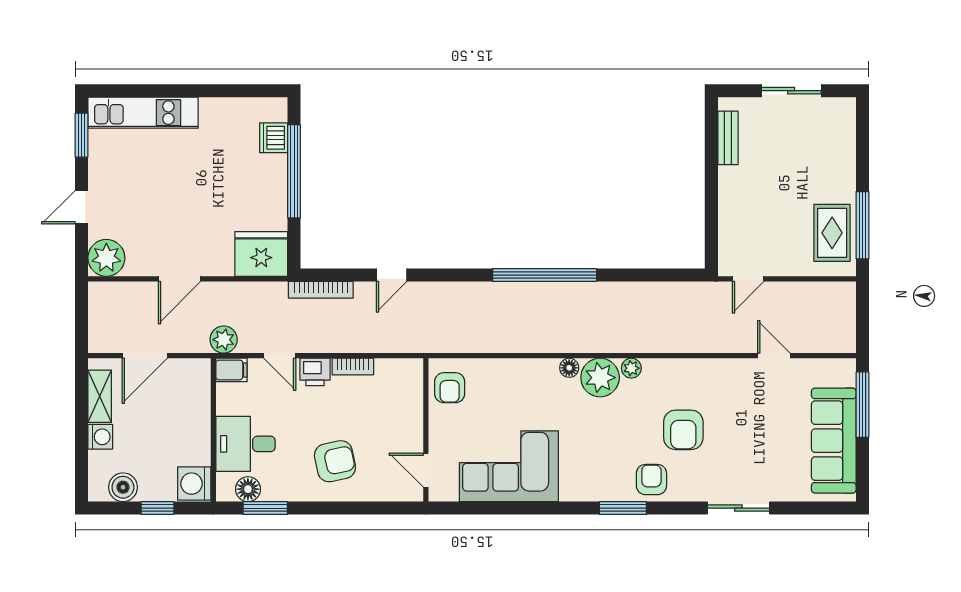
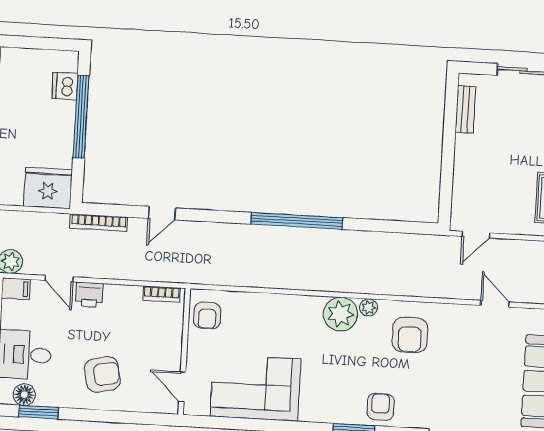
bookcase: (353, 367) -> (162, 294), moved
floor lamp: (569, 368) -> (314, 304), removed
armchair: (683, 430) -> (410, 335), moved

